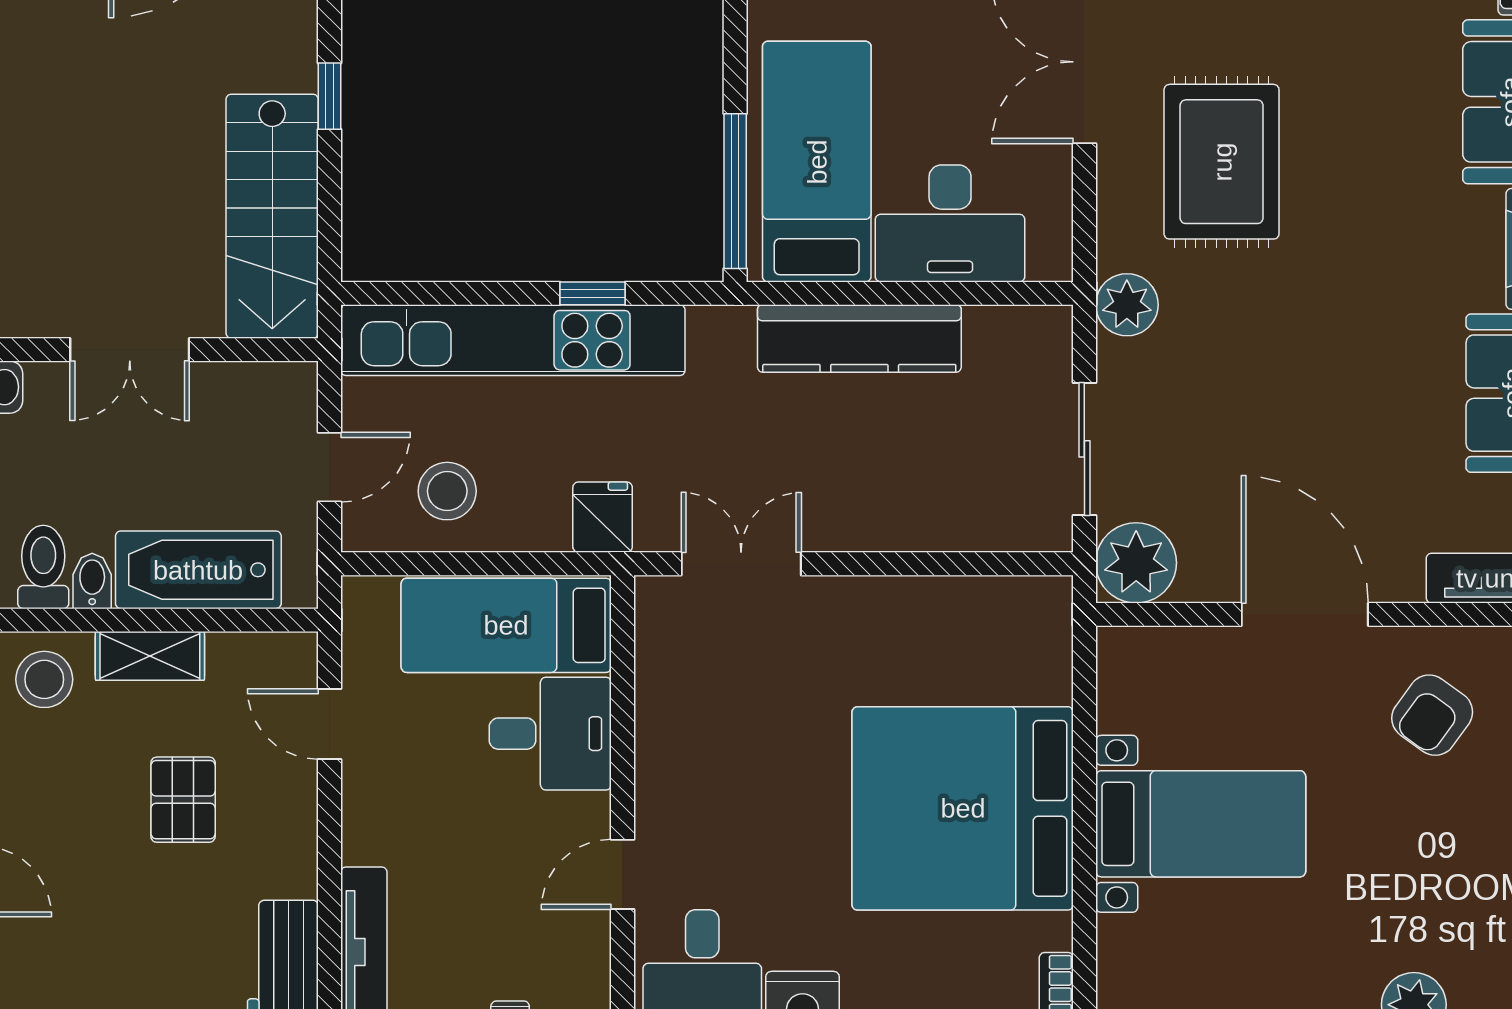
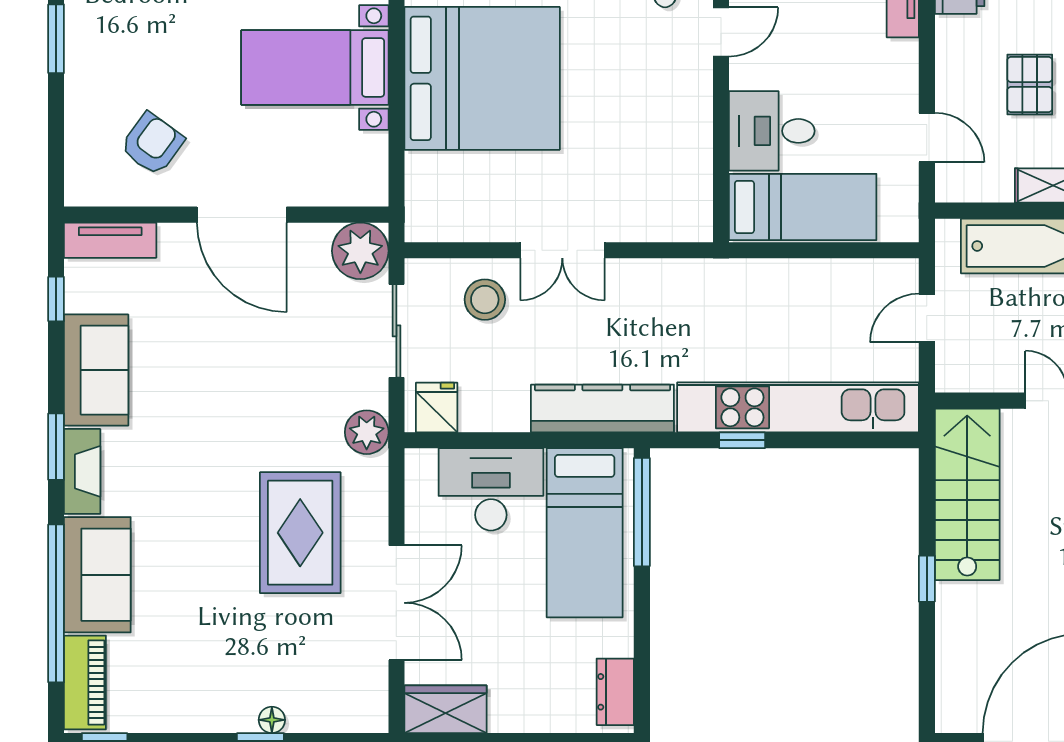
kitchen counter: (859, 339) -> (602, 408), moved
stool: (447, 491) -> (485, 300), moved
fridge: (603, 517) -> (437, 407), moved, turned 180
double door: (741, 564) -> (562, 250), moved

